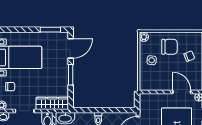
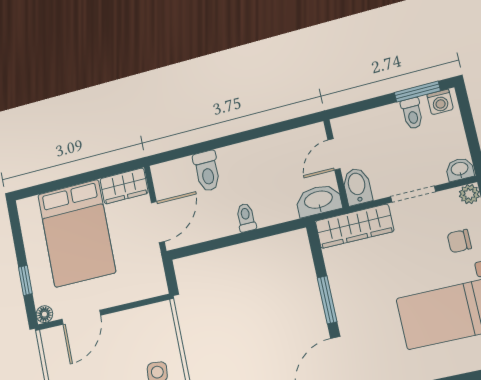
door: (182, 92) -> (81, 317), hinge flipped

